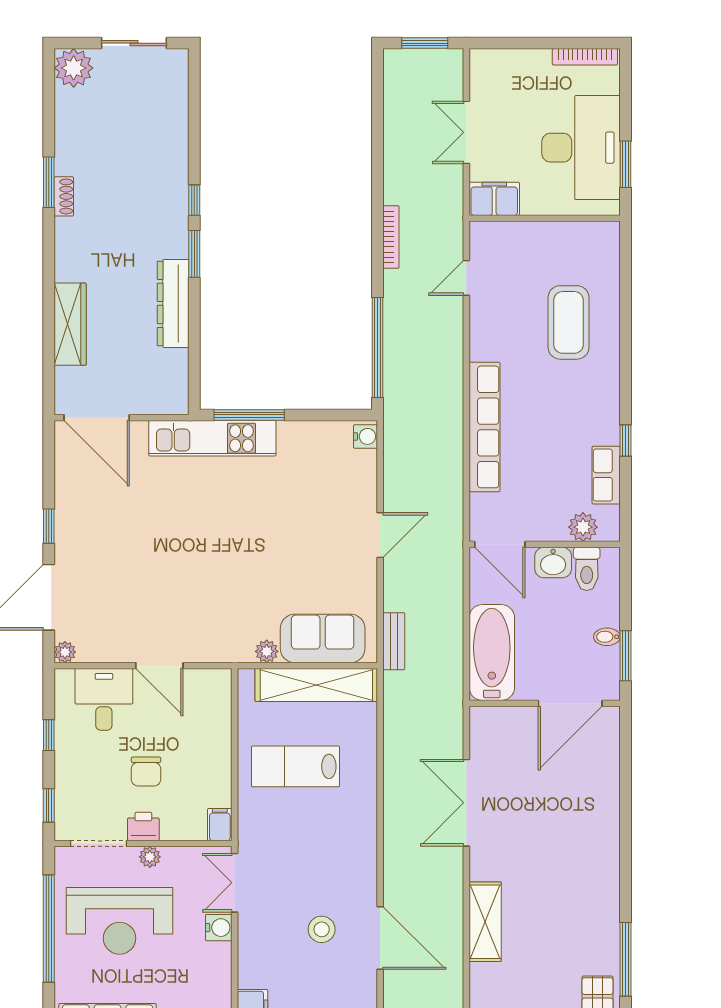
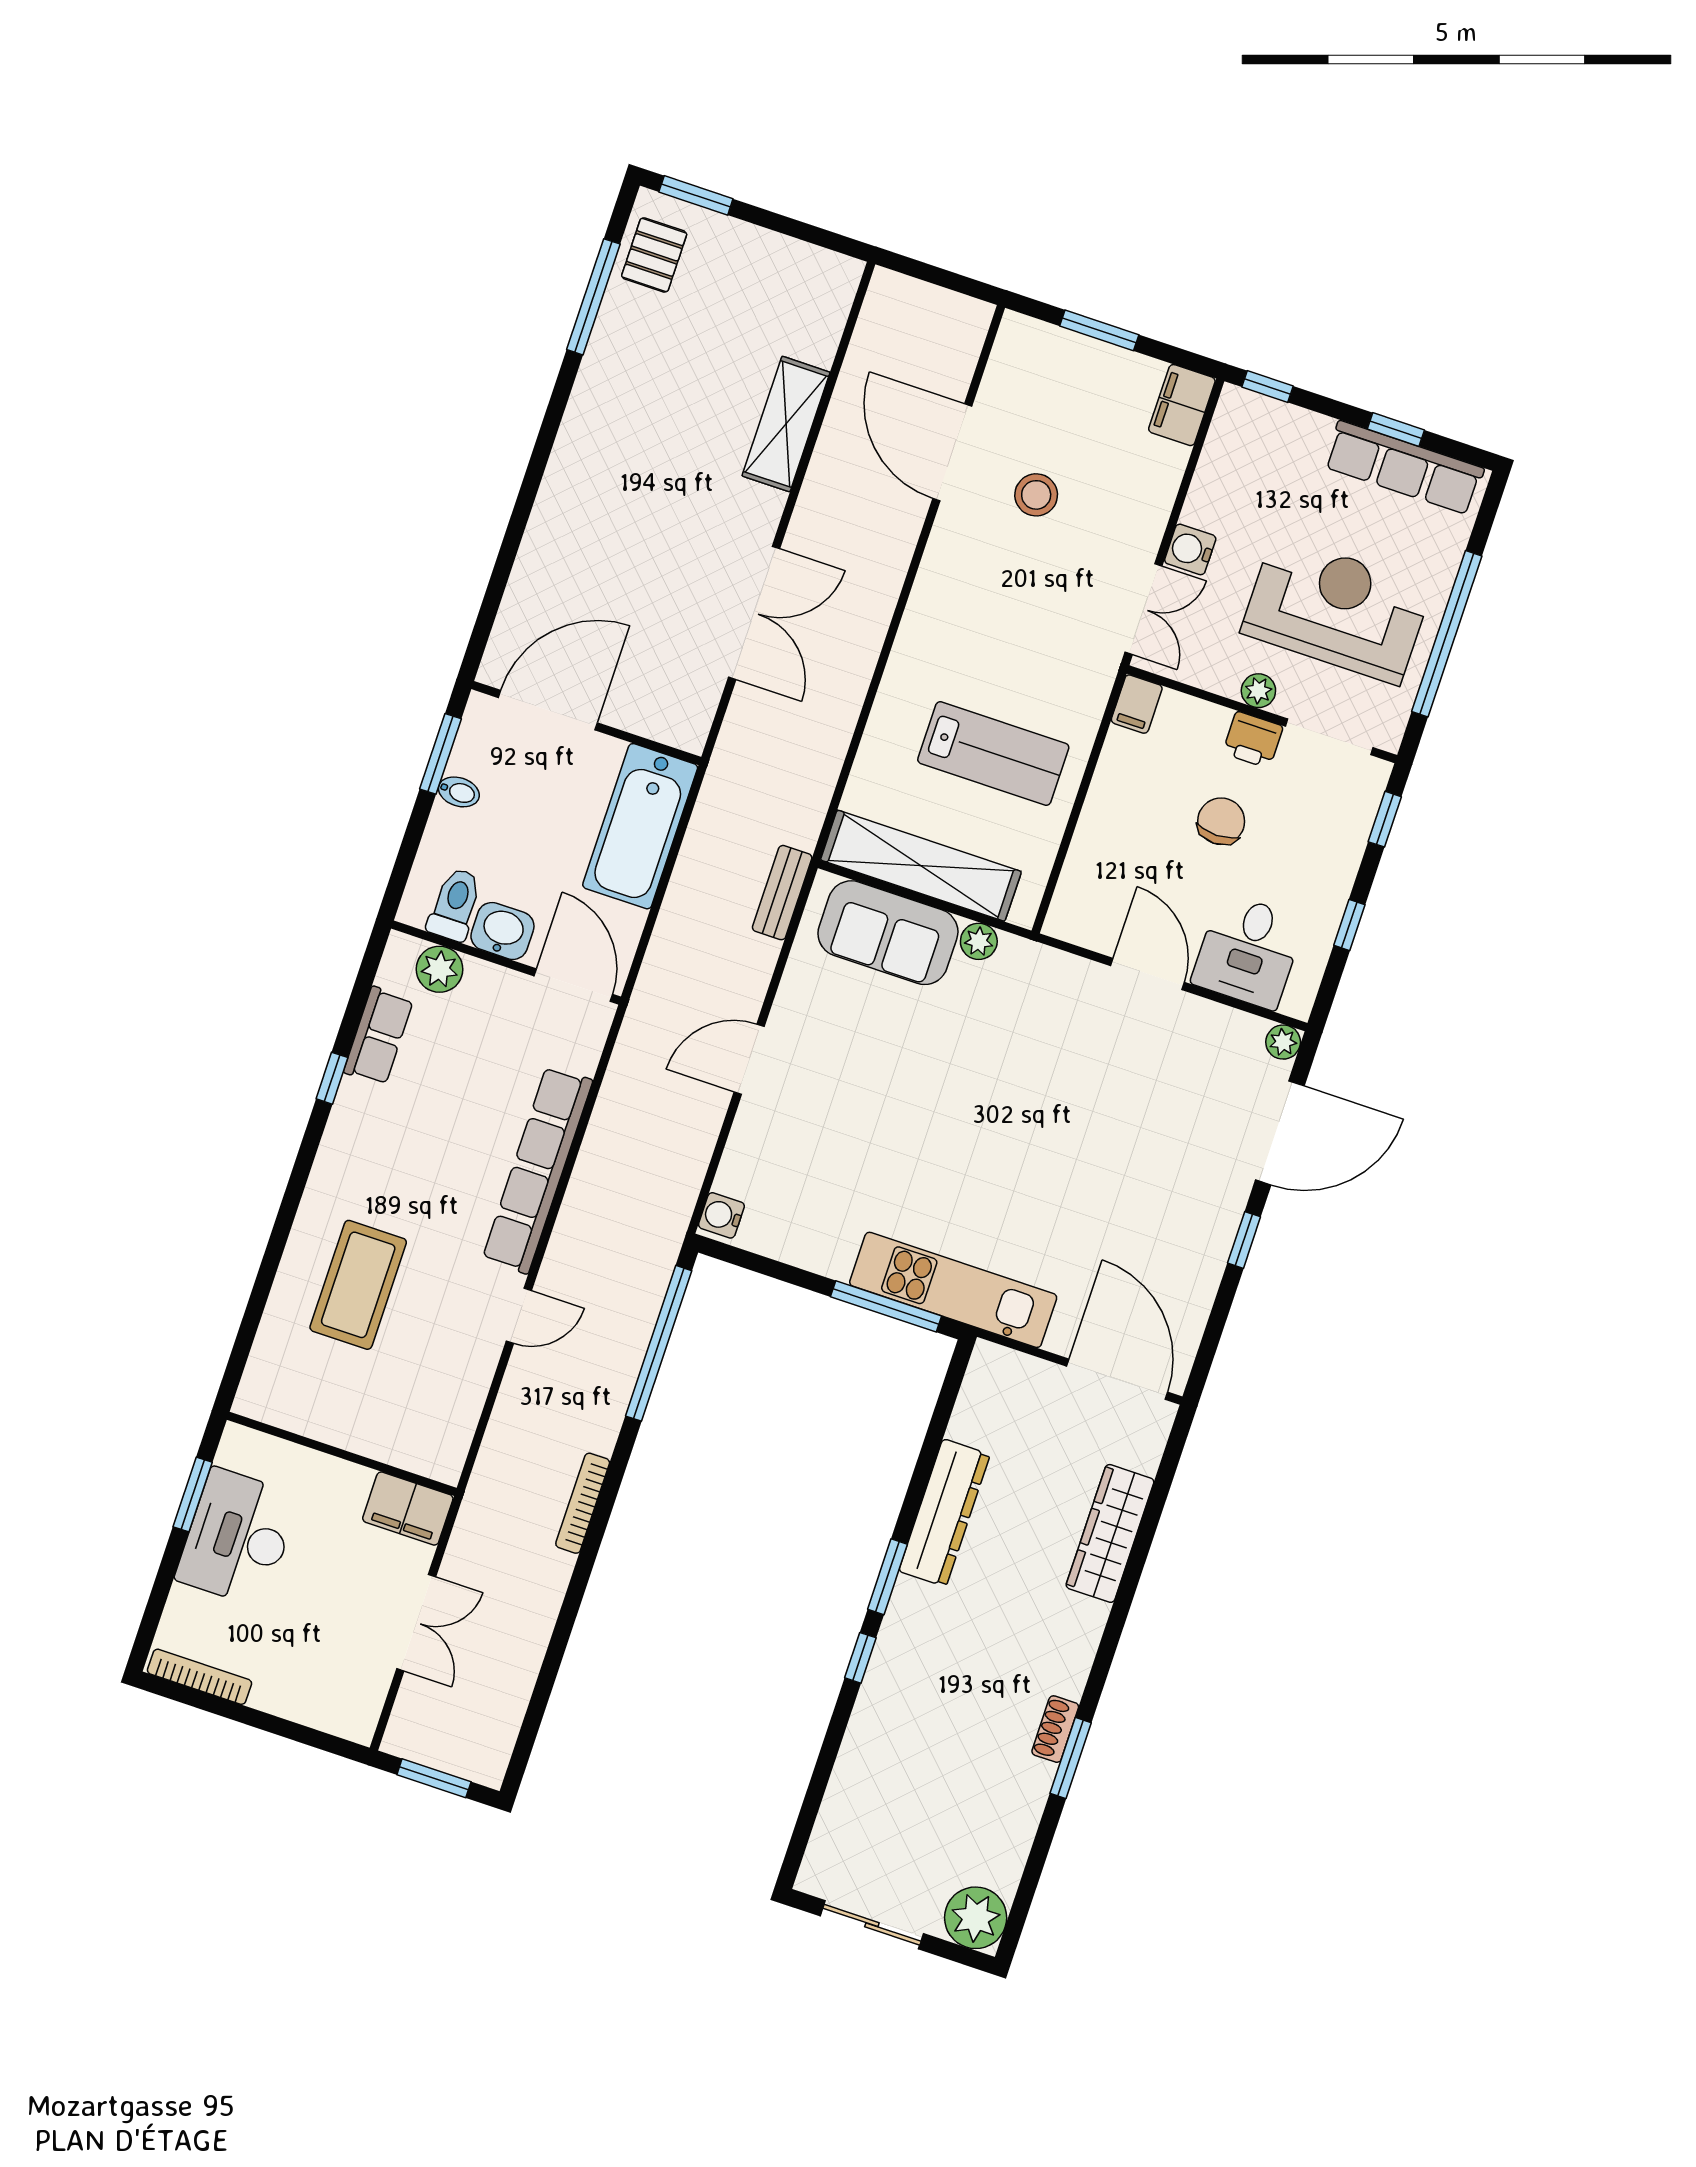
desk: (581, 148) -> (238, 1537), width x0.73, depth x0.77
door: (466, 278) -> (519, 1316), moved

